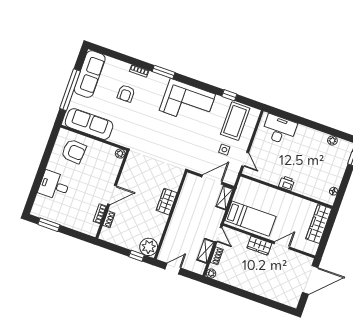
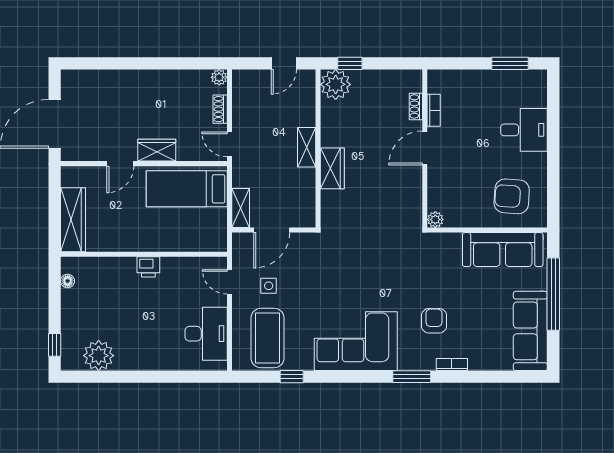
armchair: (126, 93) -> (434, 321), moved
desk: (279, 130) -> (206, 334), moved, turned -90
plant: (332, 140) -> (99, 356), width x1.88, depth x1.88
shelving: (206, 251) -> (307, 147), moved

